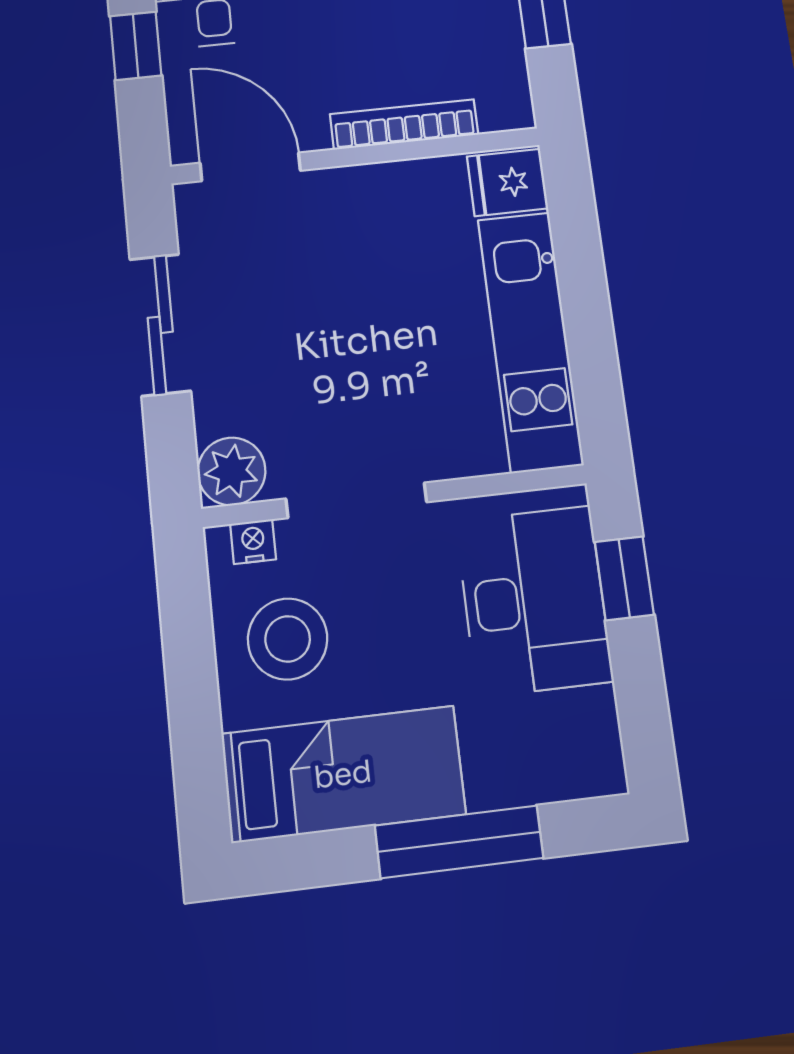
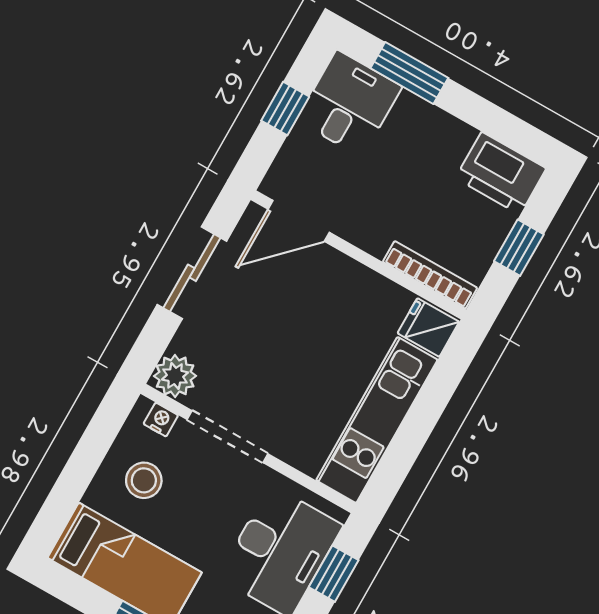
bookcase: (404, 124) -> (430, 275), moved
door: (250, 167) -> (299, 221), swing flipped
stool: (288, 639) -> (144, 480), width x0.73, depth x0.73

